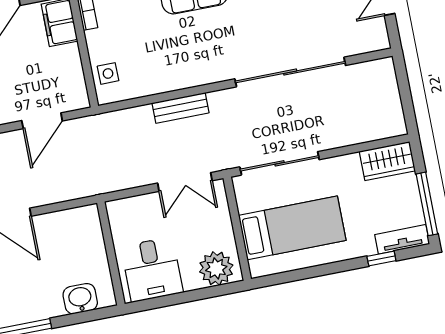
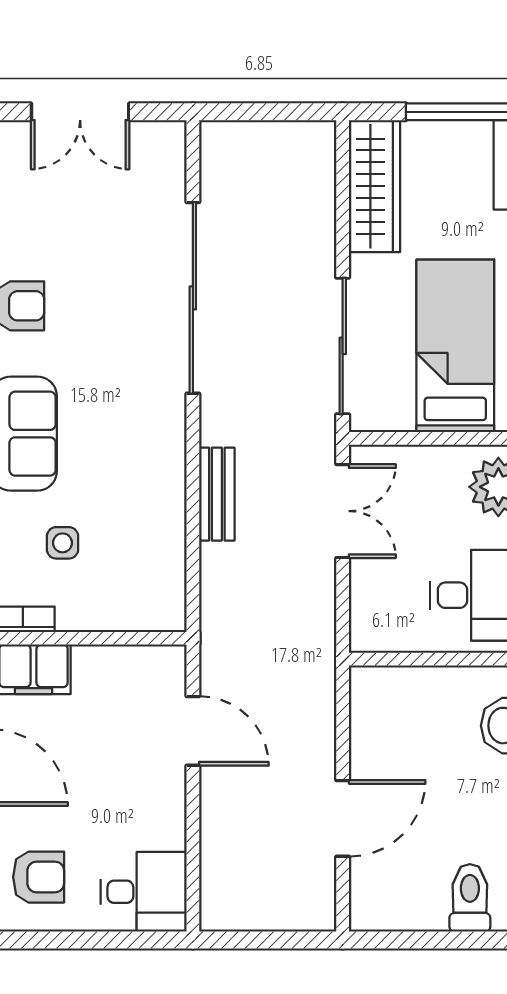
side table: (108, 73) -> (63, 543), moved
wardrobe: (387, 161) -> (374, 186), width x1.50

